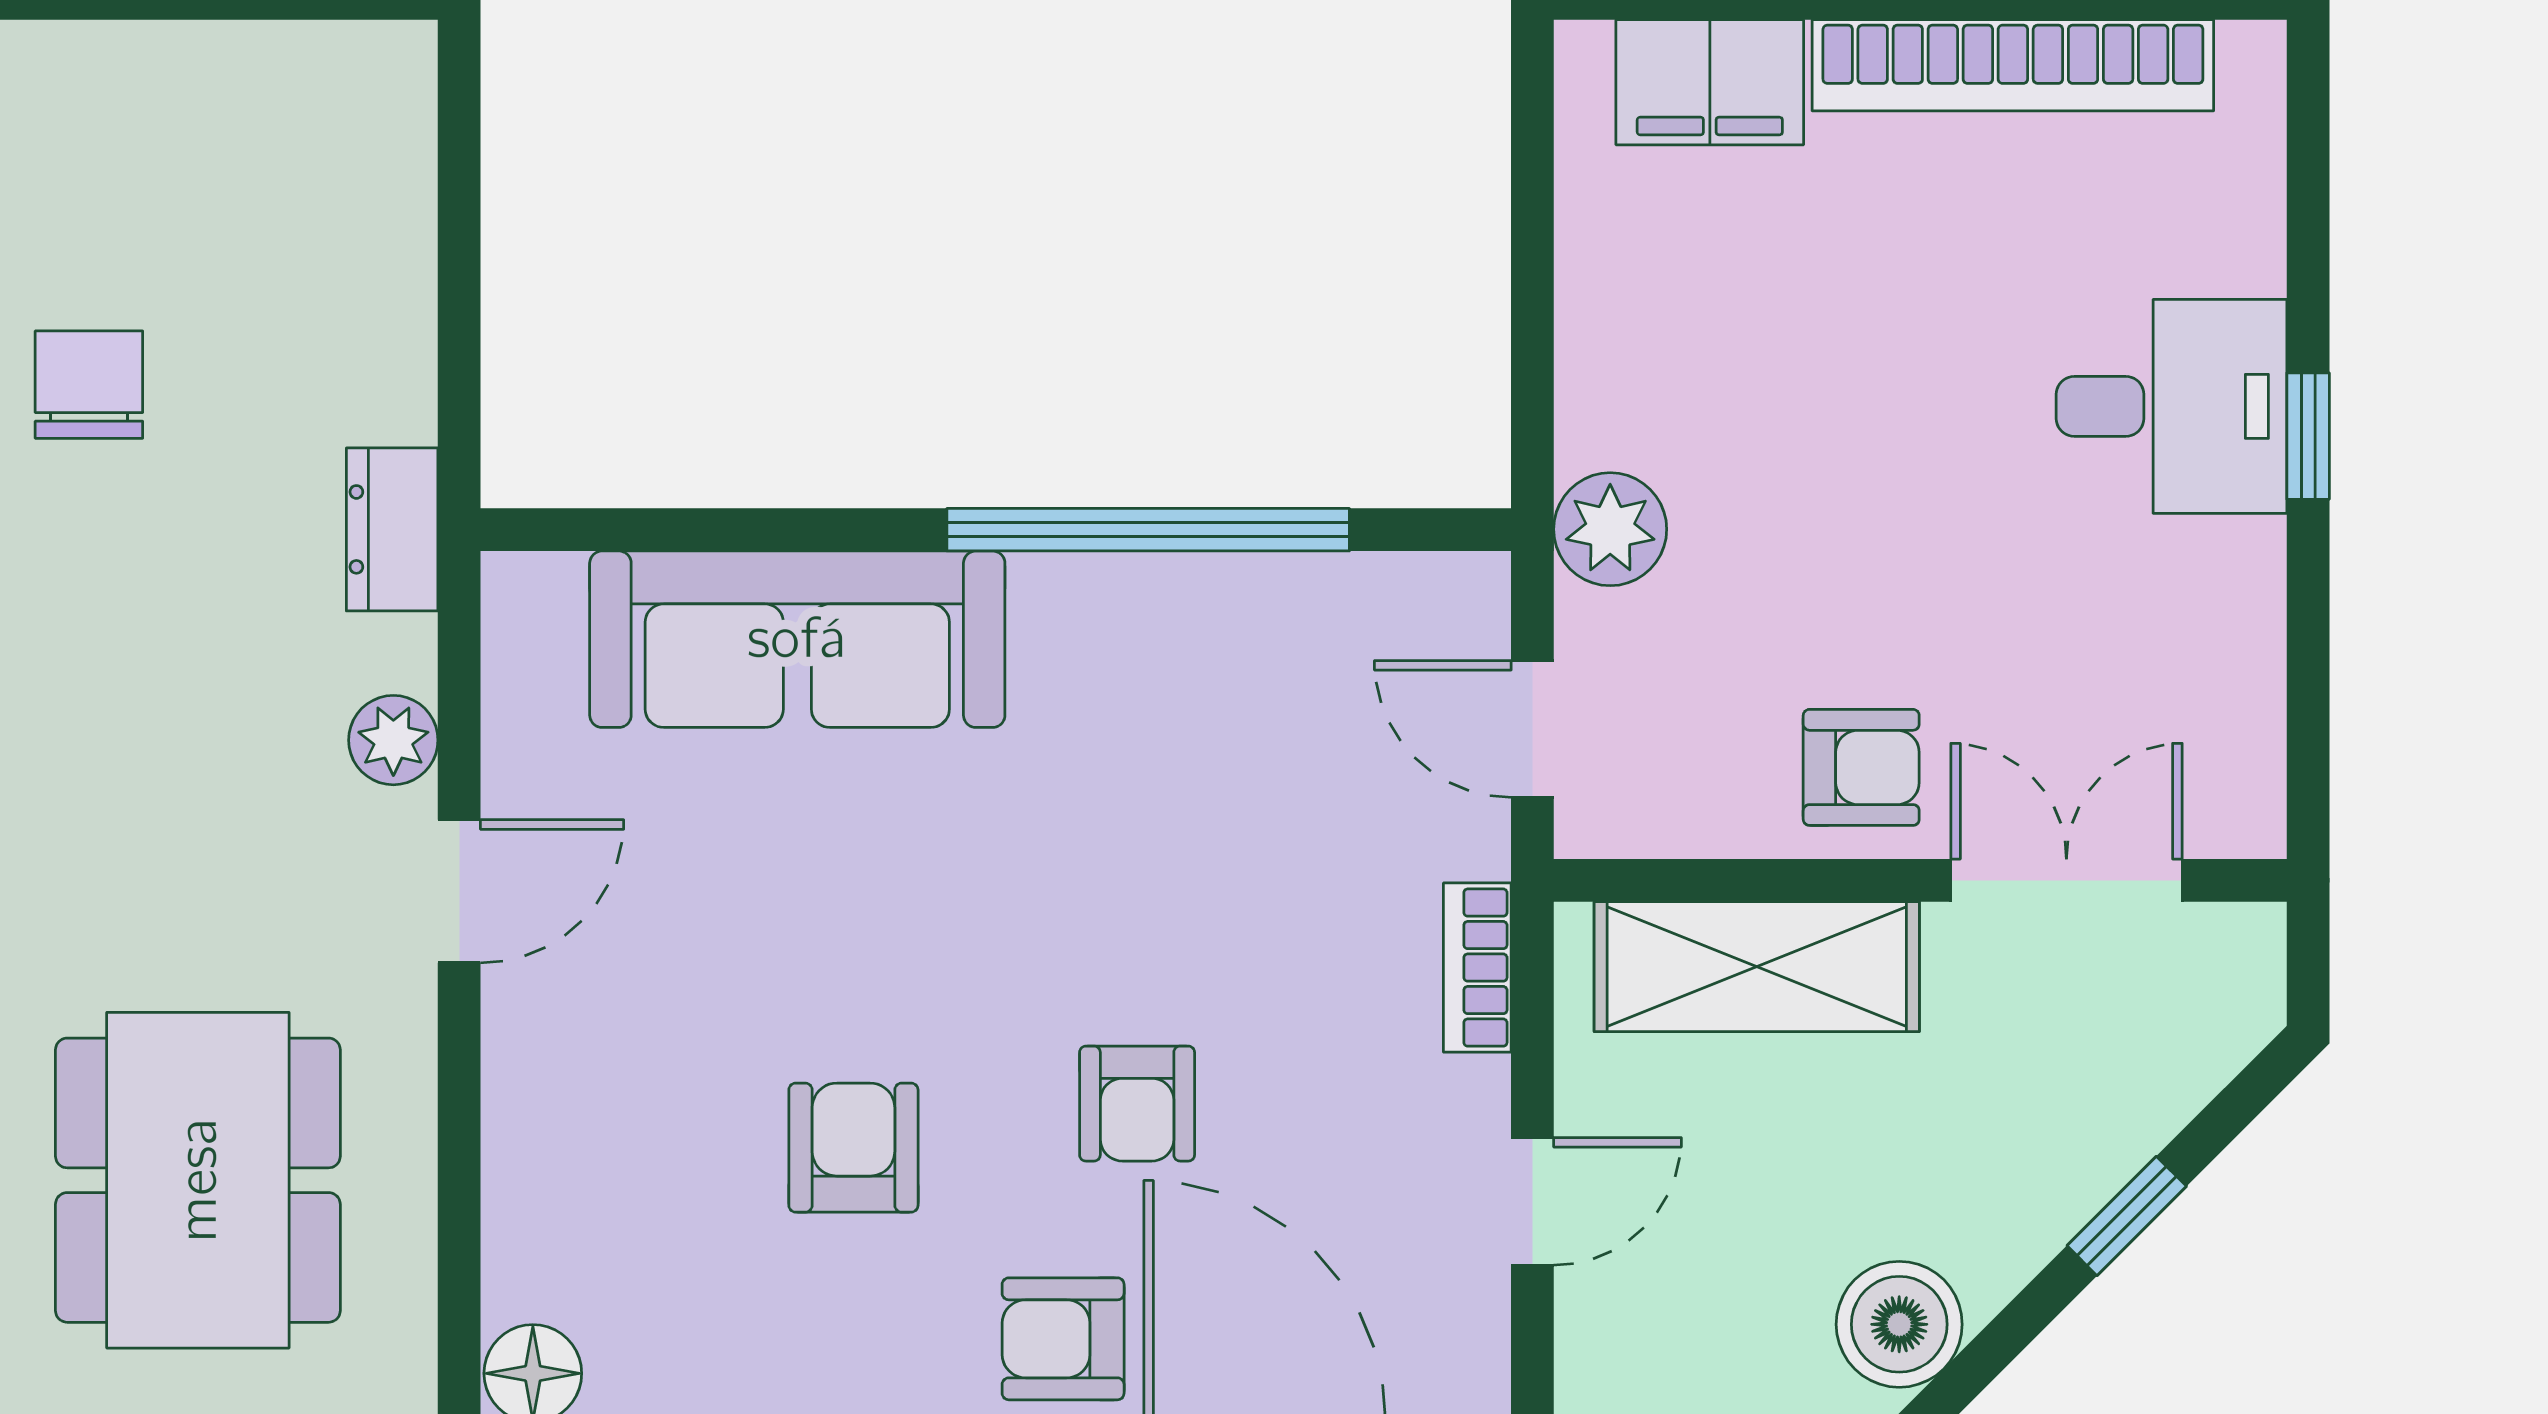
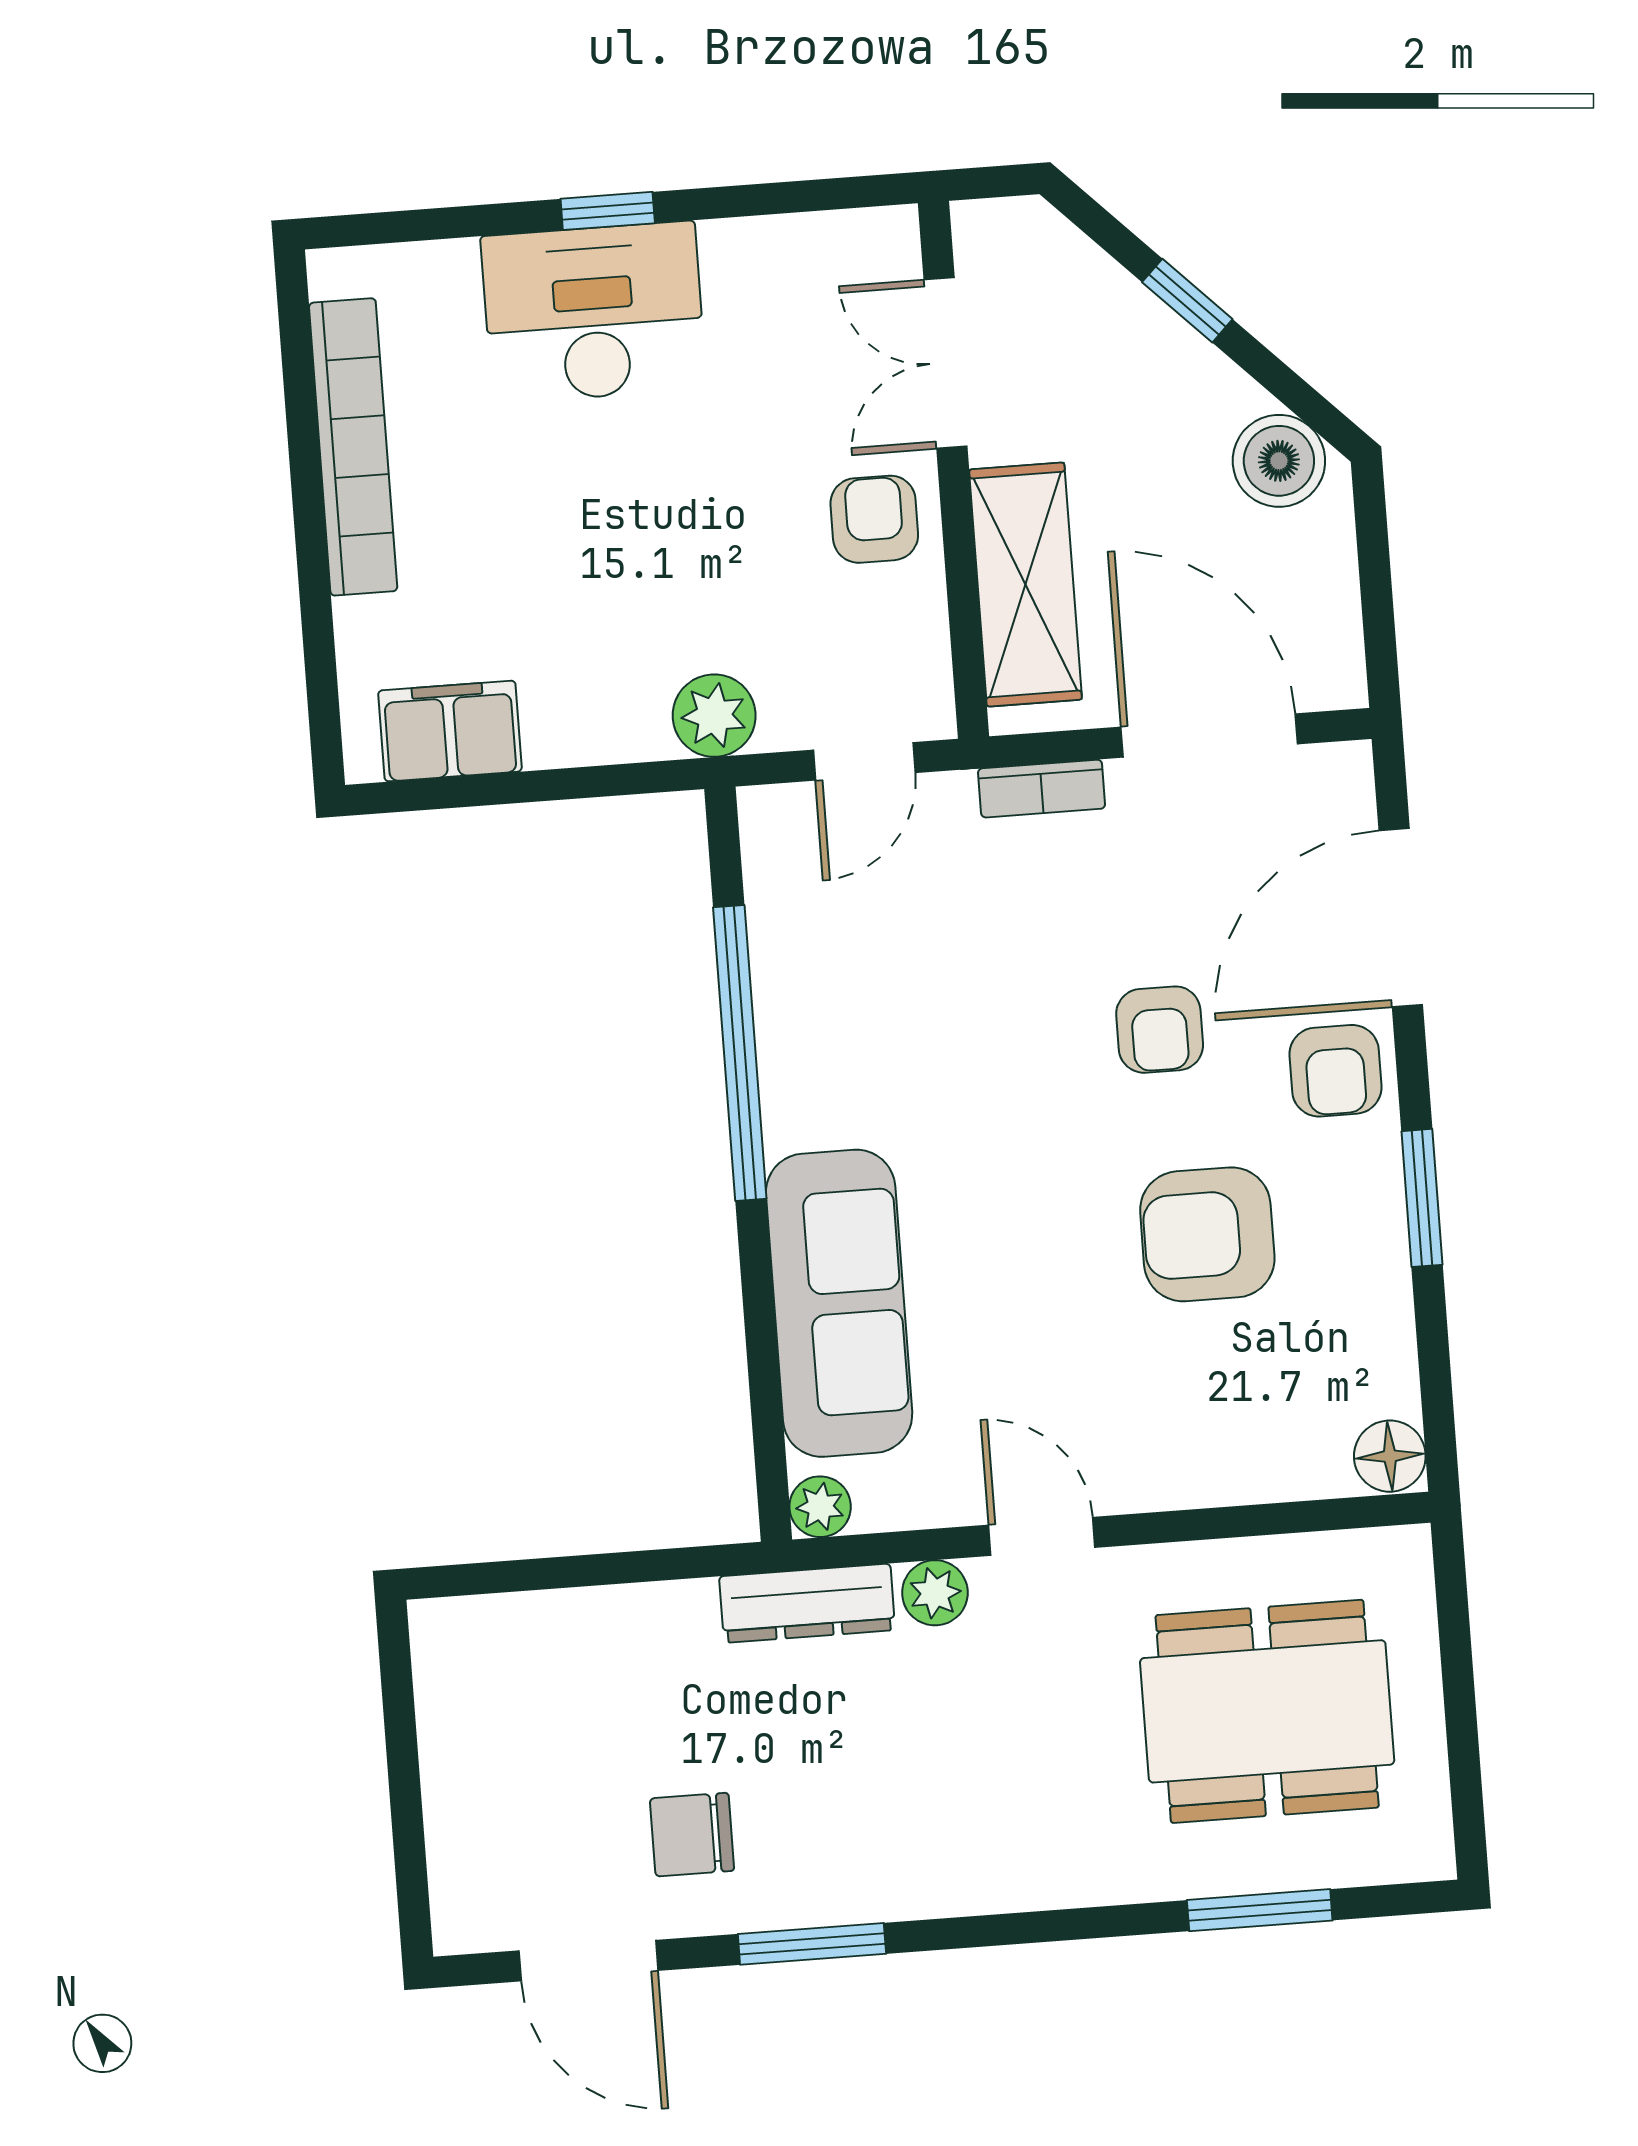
filing cabinet: (1710, 82) -> (450, 731), moved, turned -90
desk: (2172, 406) -> (594, 312), width x1.37
dresser: (392, 529) -> (807, 1603), width x1.44
plant: (522, 593) -> (820, 1507), added
armchair: (1137, 1104) -> (1160, 1030), turned 90
armchair: (853, 1148) -> (1207, 1234), width x1.38, depth x1.38
door: (1532, 1201) -> (1209, 735), width x1.87

